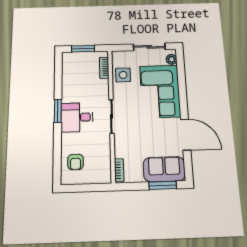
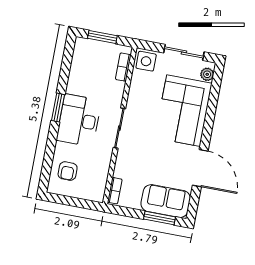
side table: (123, 75) -> (146, 61), moved
desk: (77, 117) -> (79, 120), width x1.37

